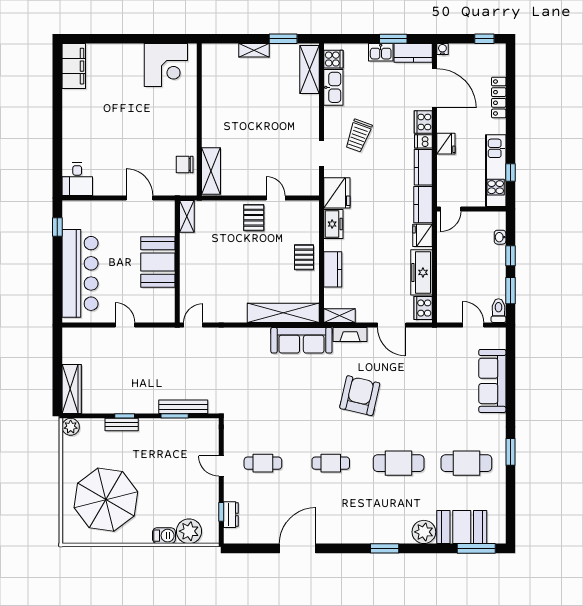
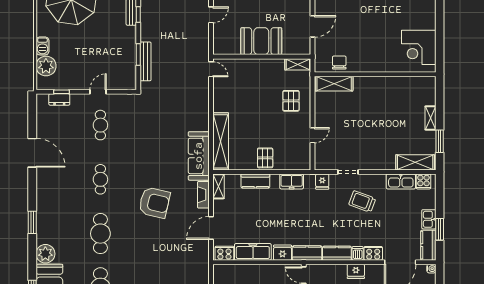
fridge: (337, 193) -> (322, 182), width x0.53, depth x0.75
pallet: (254, 218) -> (291, 101), moved, turned 90
pallet: (304, 257) -> (265, 158), turned 90

